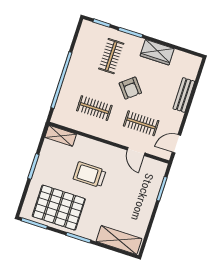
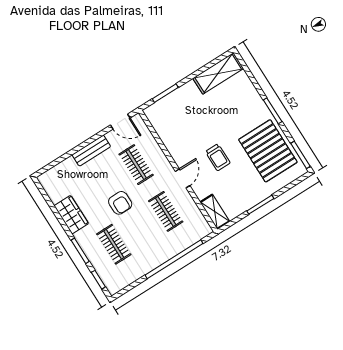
clothes rail: (111, 56) -> (114, 244), turned 90
armchair: (130, 88) -> (120, 203), turned 129
bench: (184, 95) -> (91, 151), moved
door: (136, 152) -> (183, 178), moved
trolley: (89, 175) -> (218, 157), width x0.73, depth x0.72
shelving: (119, 240) -> (218, 73), moved, turned 90

